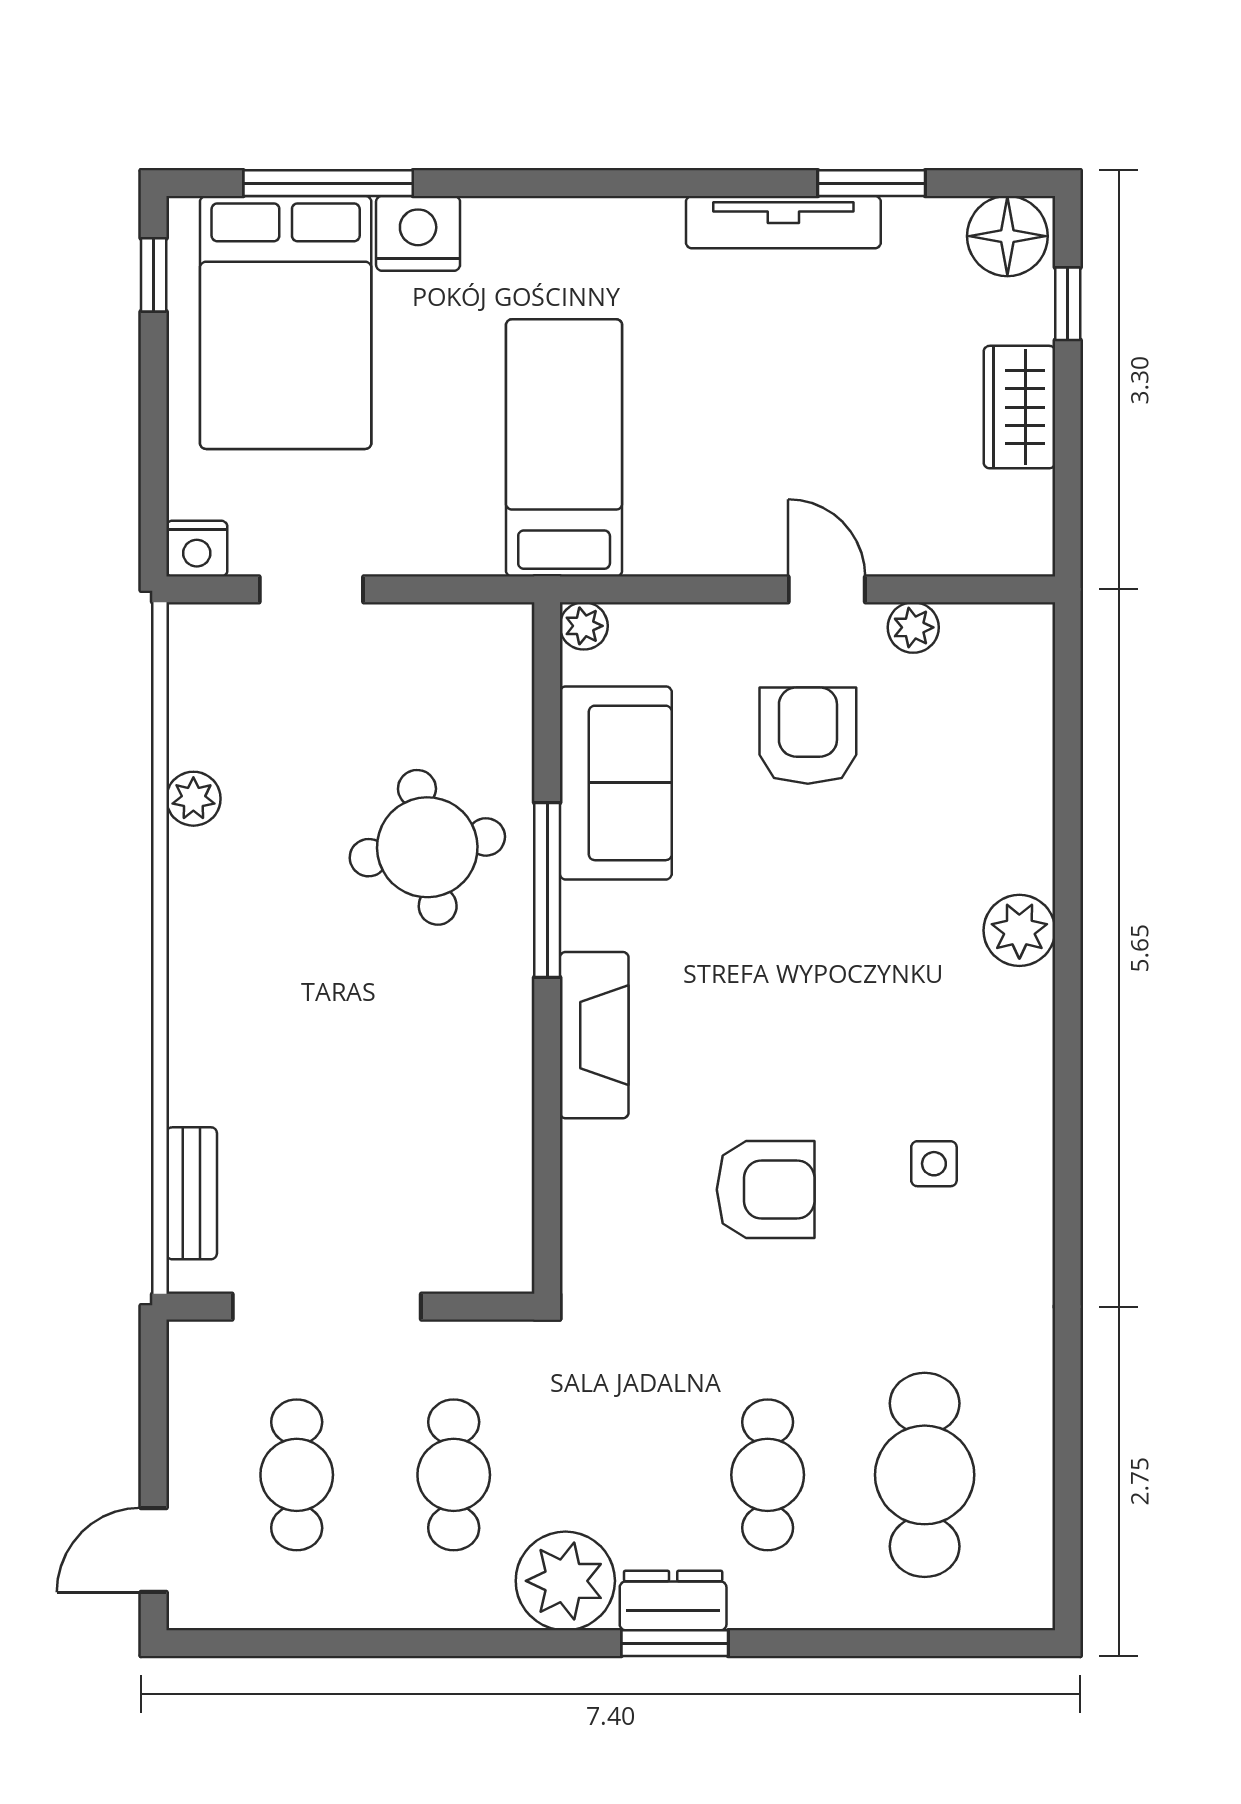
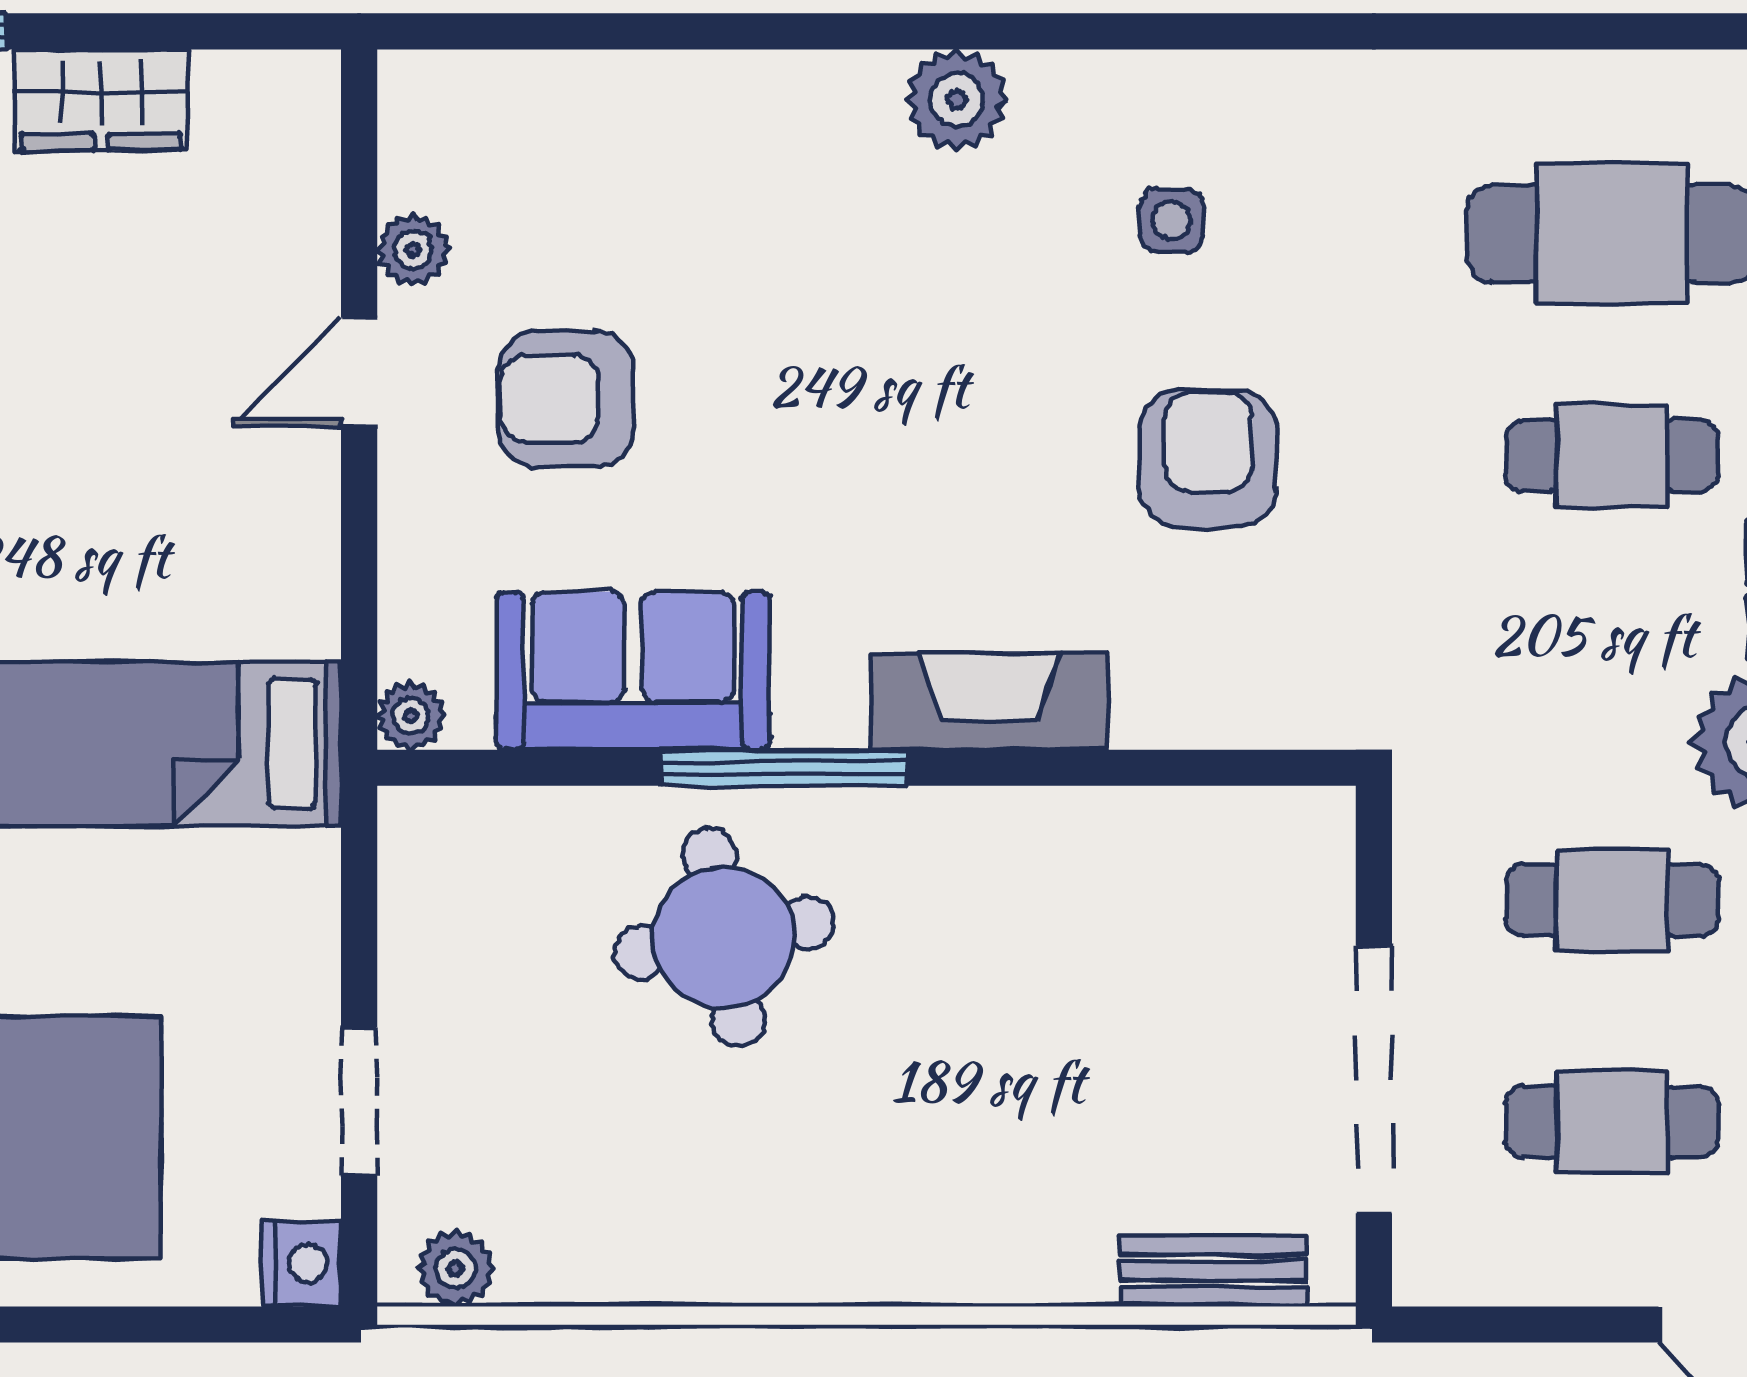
plant: (193, 799) -> (456, 1268), moved
plant: (1019, 930) -> (957, 100), moved

